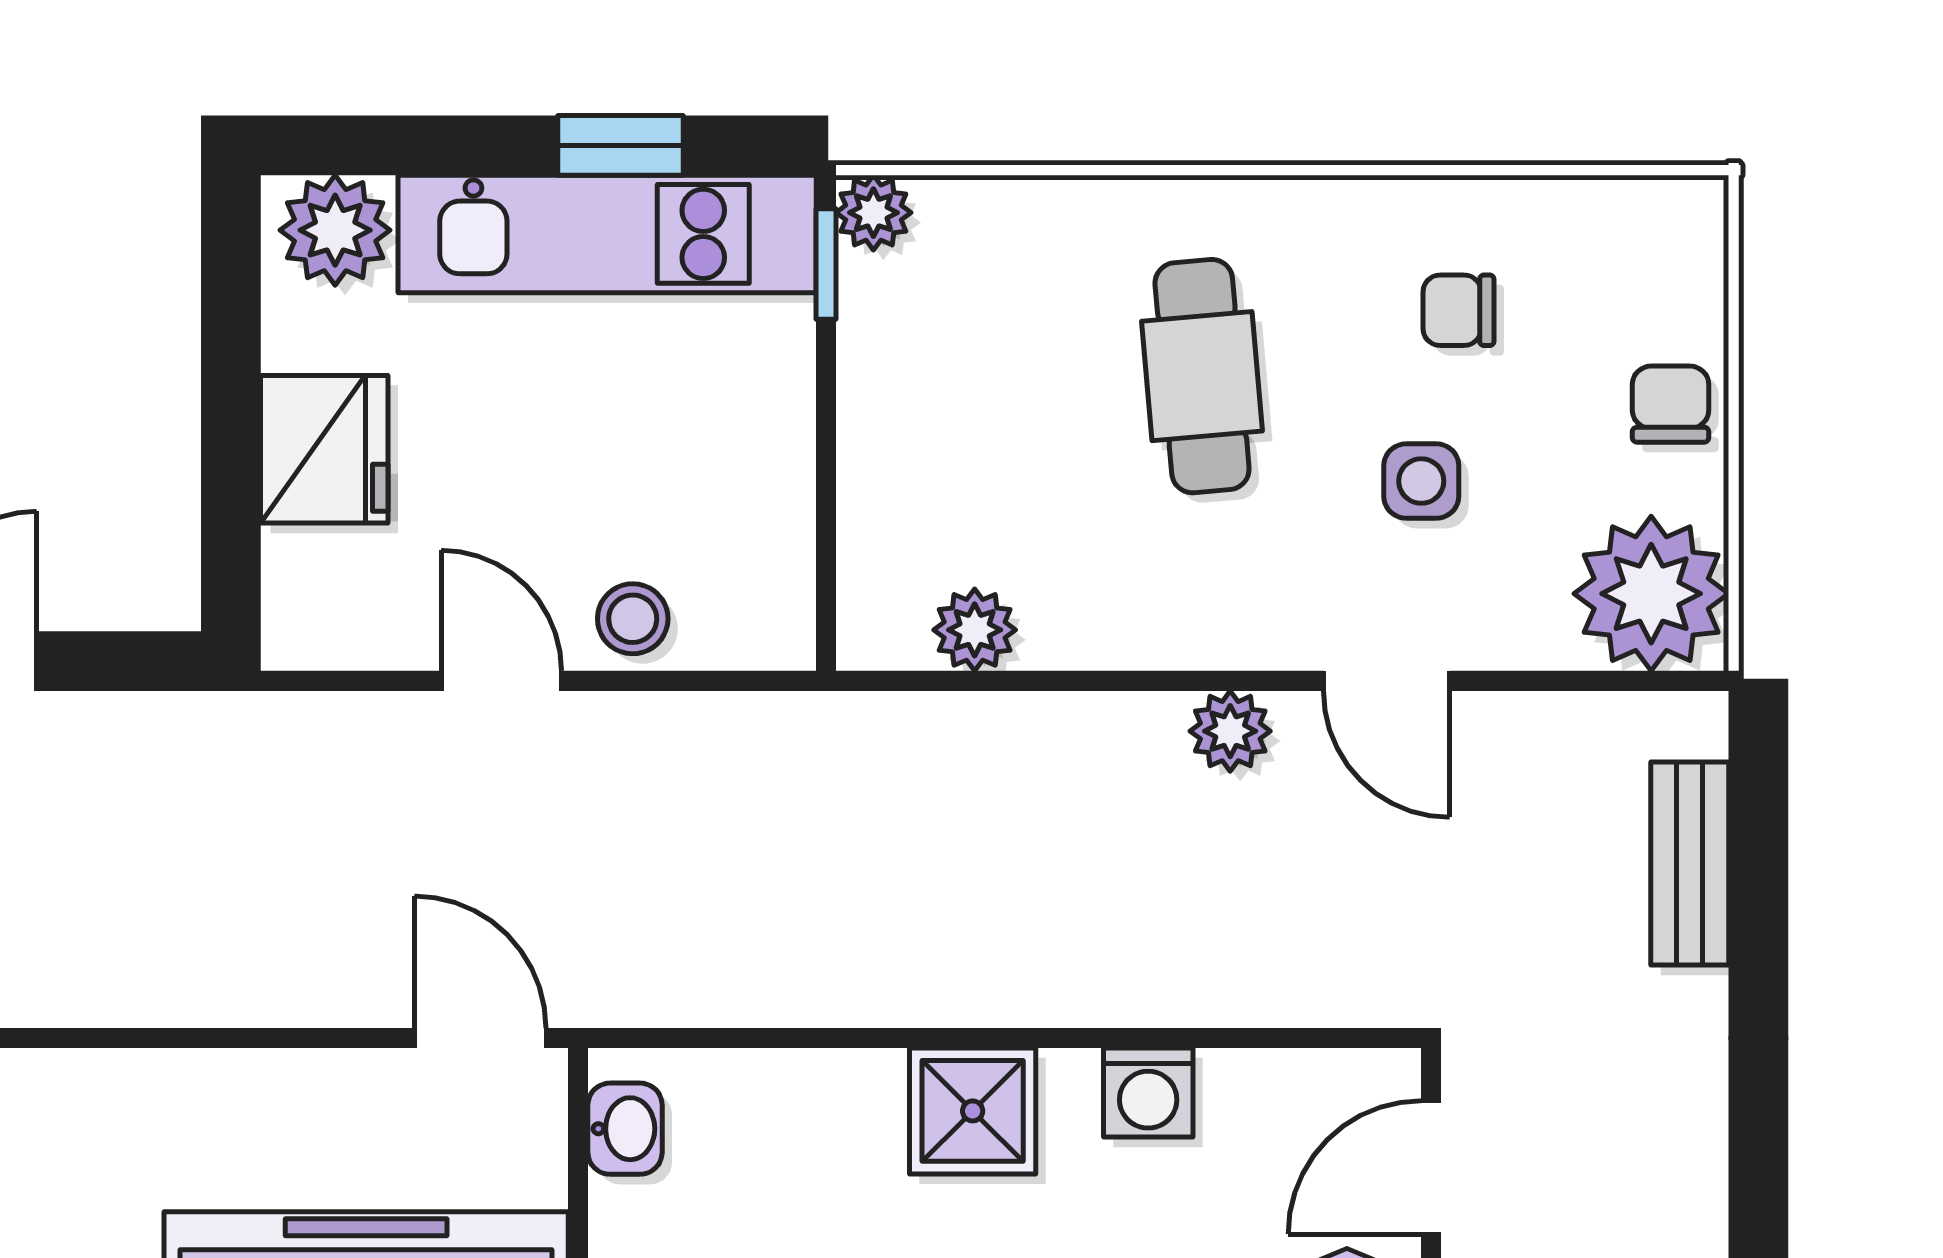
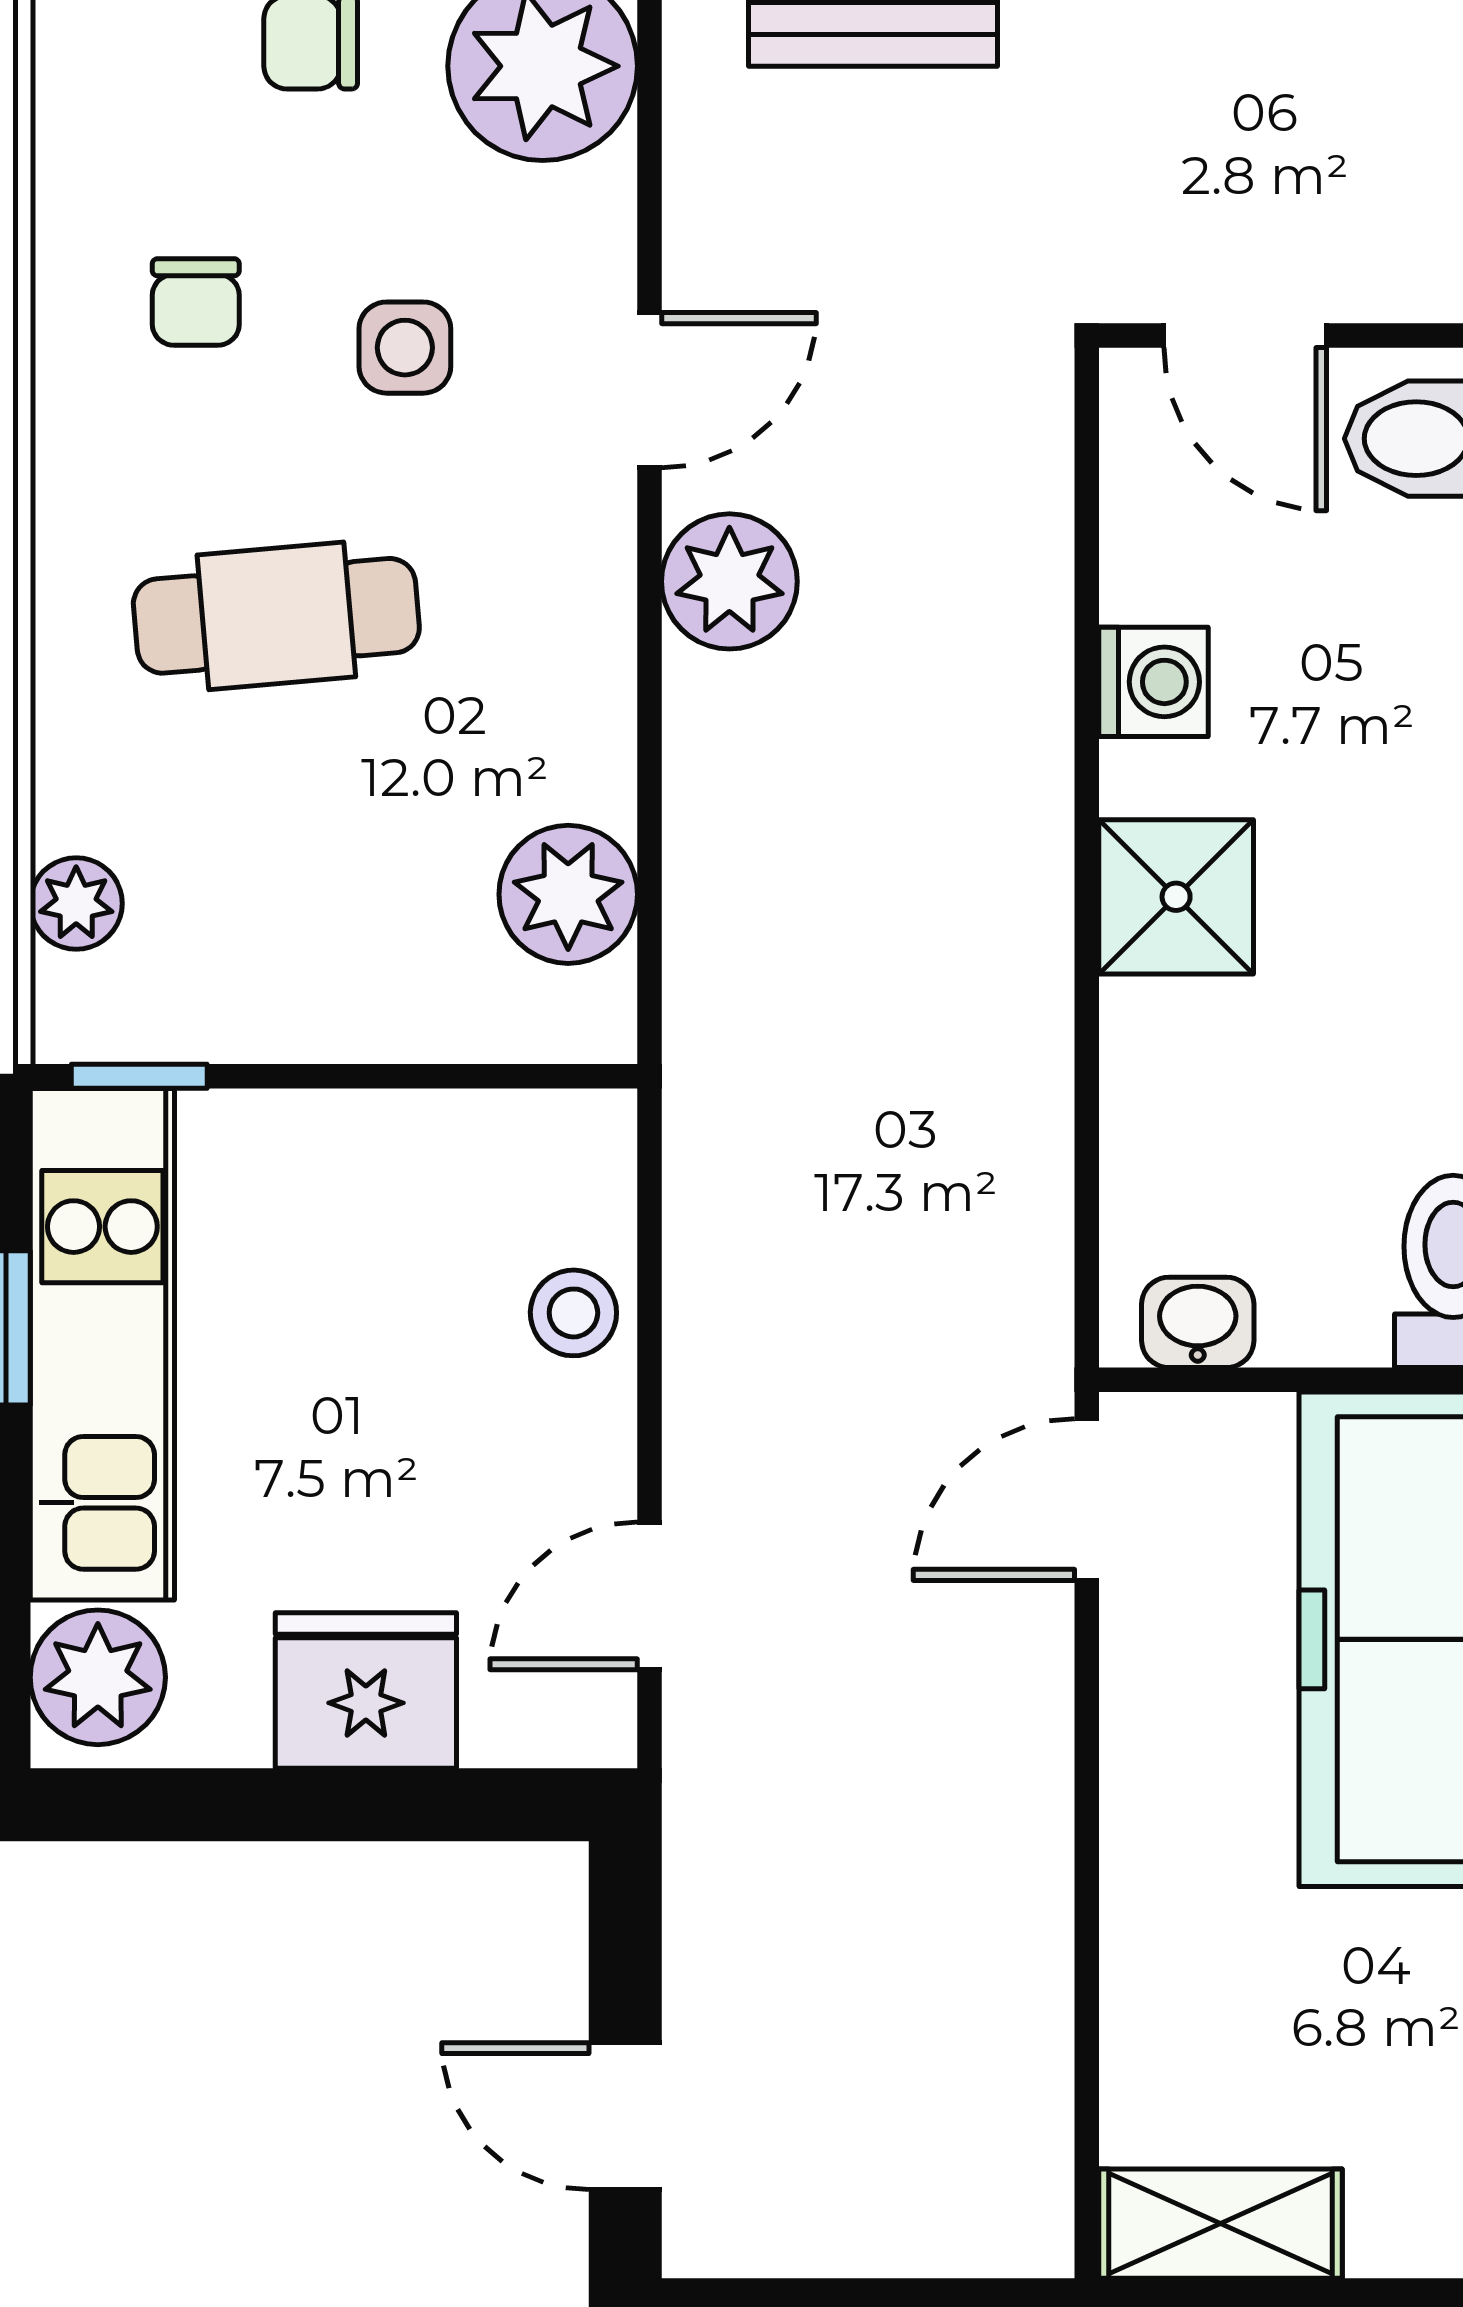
plant: (873, 213) -> (76, 903), moved
plant: (975, 630) -> (568, 894), width x1.38, depth x1.38
door: (501, 681) -> (650, 1596), moved
plant: (1230, 731) -> (729, 581), width x1.38, depth x1.38

